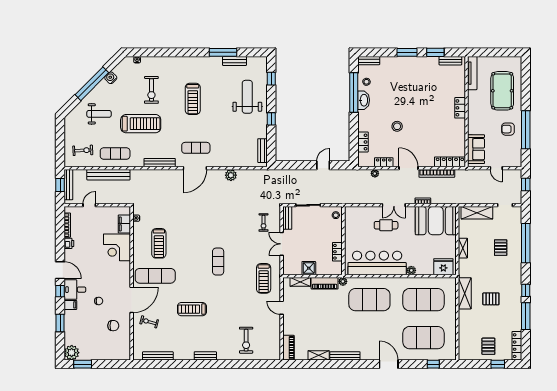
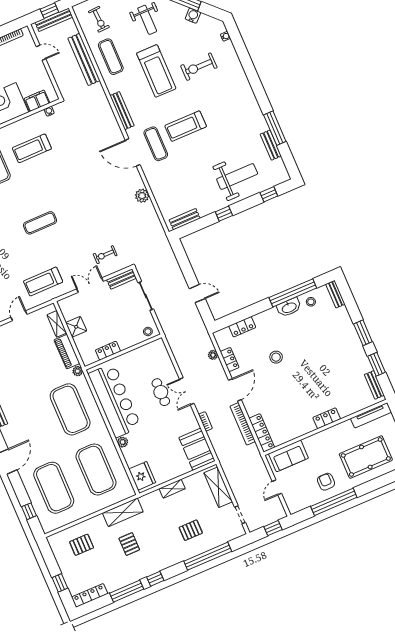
treadmill: (193, 99) -> (186, 126), moved
booth: (436, 221) -> (197, 449), width x0.73, depth x0.70
pallet: (488, 346) -> (82, 545), moved

